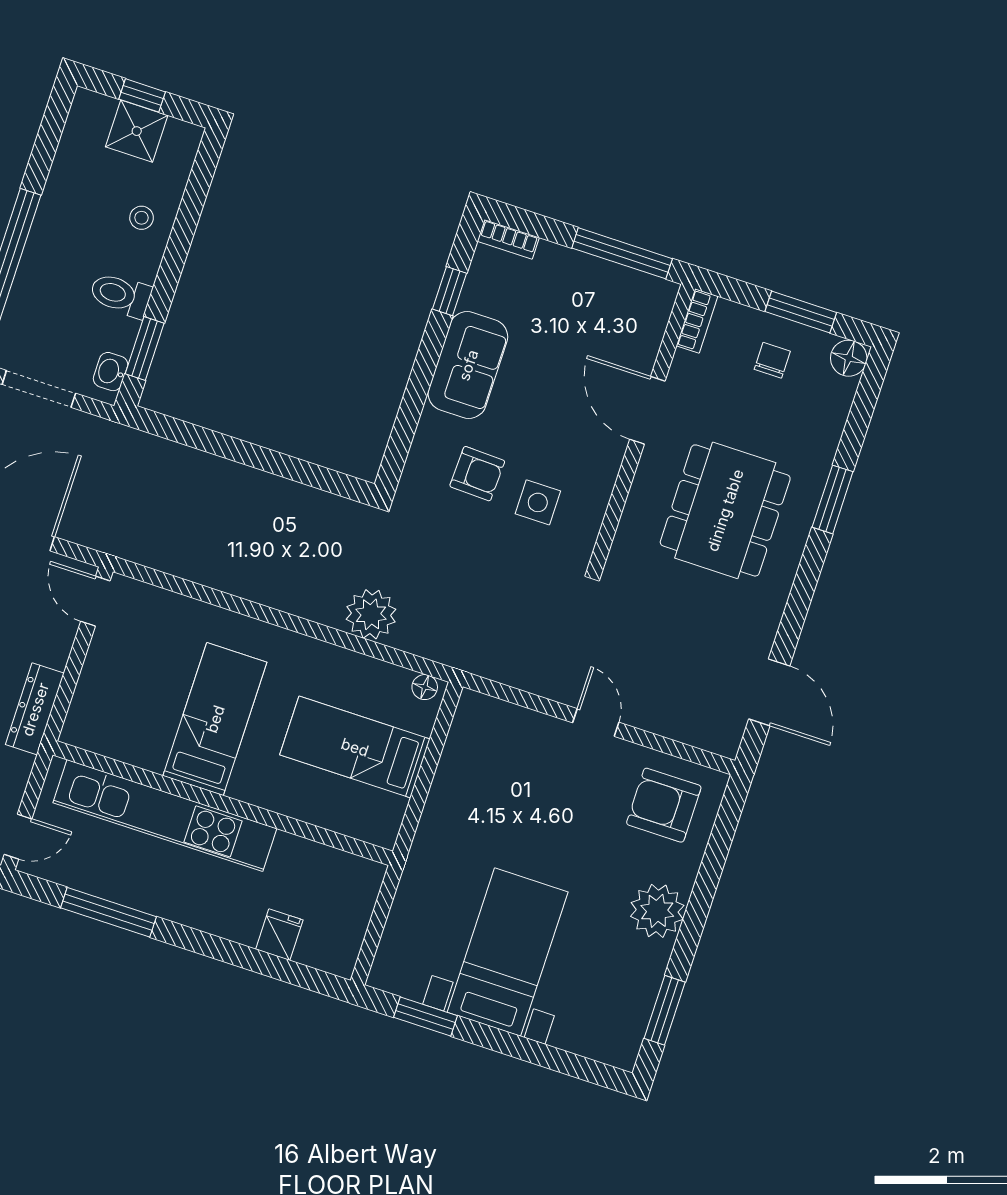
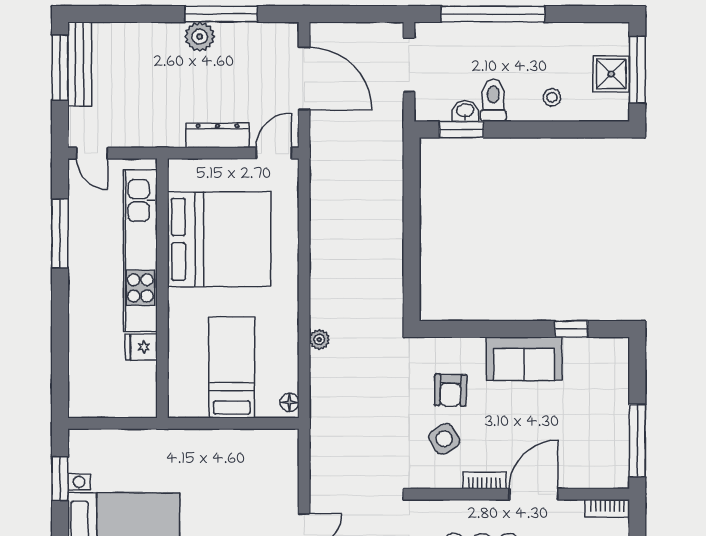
window: (142, 95) -> (637, 70), width x2.17
bookcase: (508, 239) -> (485, 480), moved, turned 90
washbasin: (111, 372) -> (465, 111), moved
side table: (538, 502) -> (444, 439), turned -32
plant: (371, 614) -> (319, 340), width x0.53, depth x0.53
dresser: (35, 709) -> (217, 135), moved
bed: (215, 719) -> (219, 239), width x2.04
fridge: (279, 935) -> (141, 347), moved, turned 180

